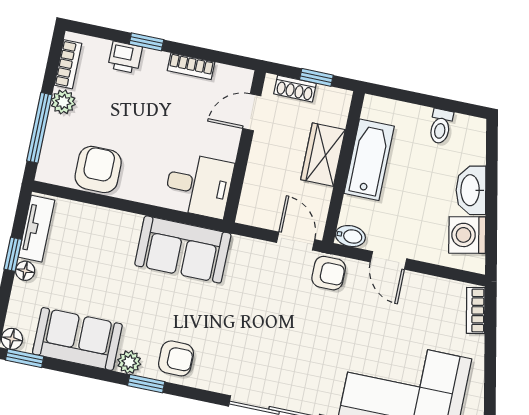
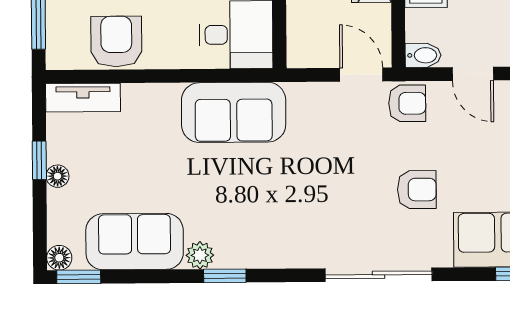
tv unit: (36, 229) -> (83, 98), moved, turned 90
armchair: (176, 358) -> (417, 190), moved

